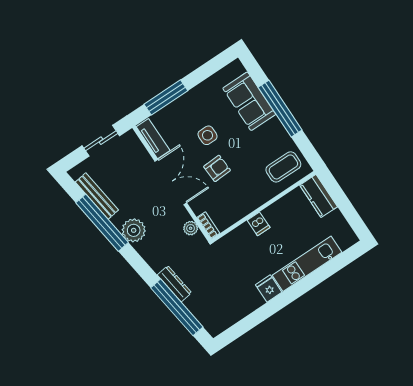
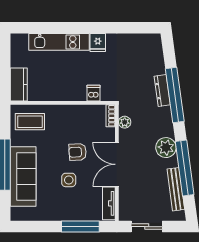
sofa: (249, 101) -> (23, 176), width x1.36
dishwasher: (259, 224) -> (93, 93), moved
window: (177, 307) -> (175, 95), moved

